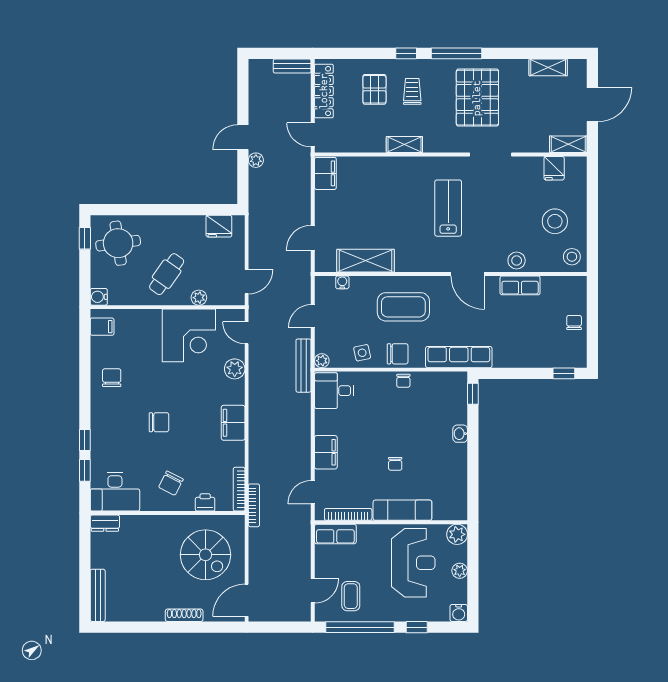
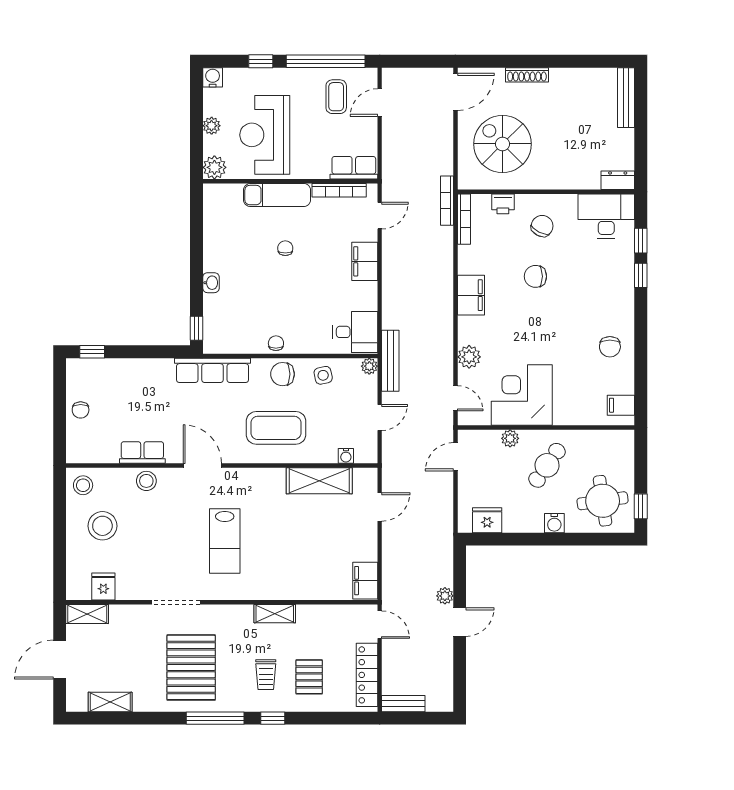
water cooler: (99, 297) -> (554, 523), moved, turned 90
chair: (159, 422) -> (535, 276), moved

